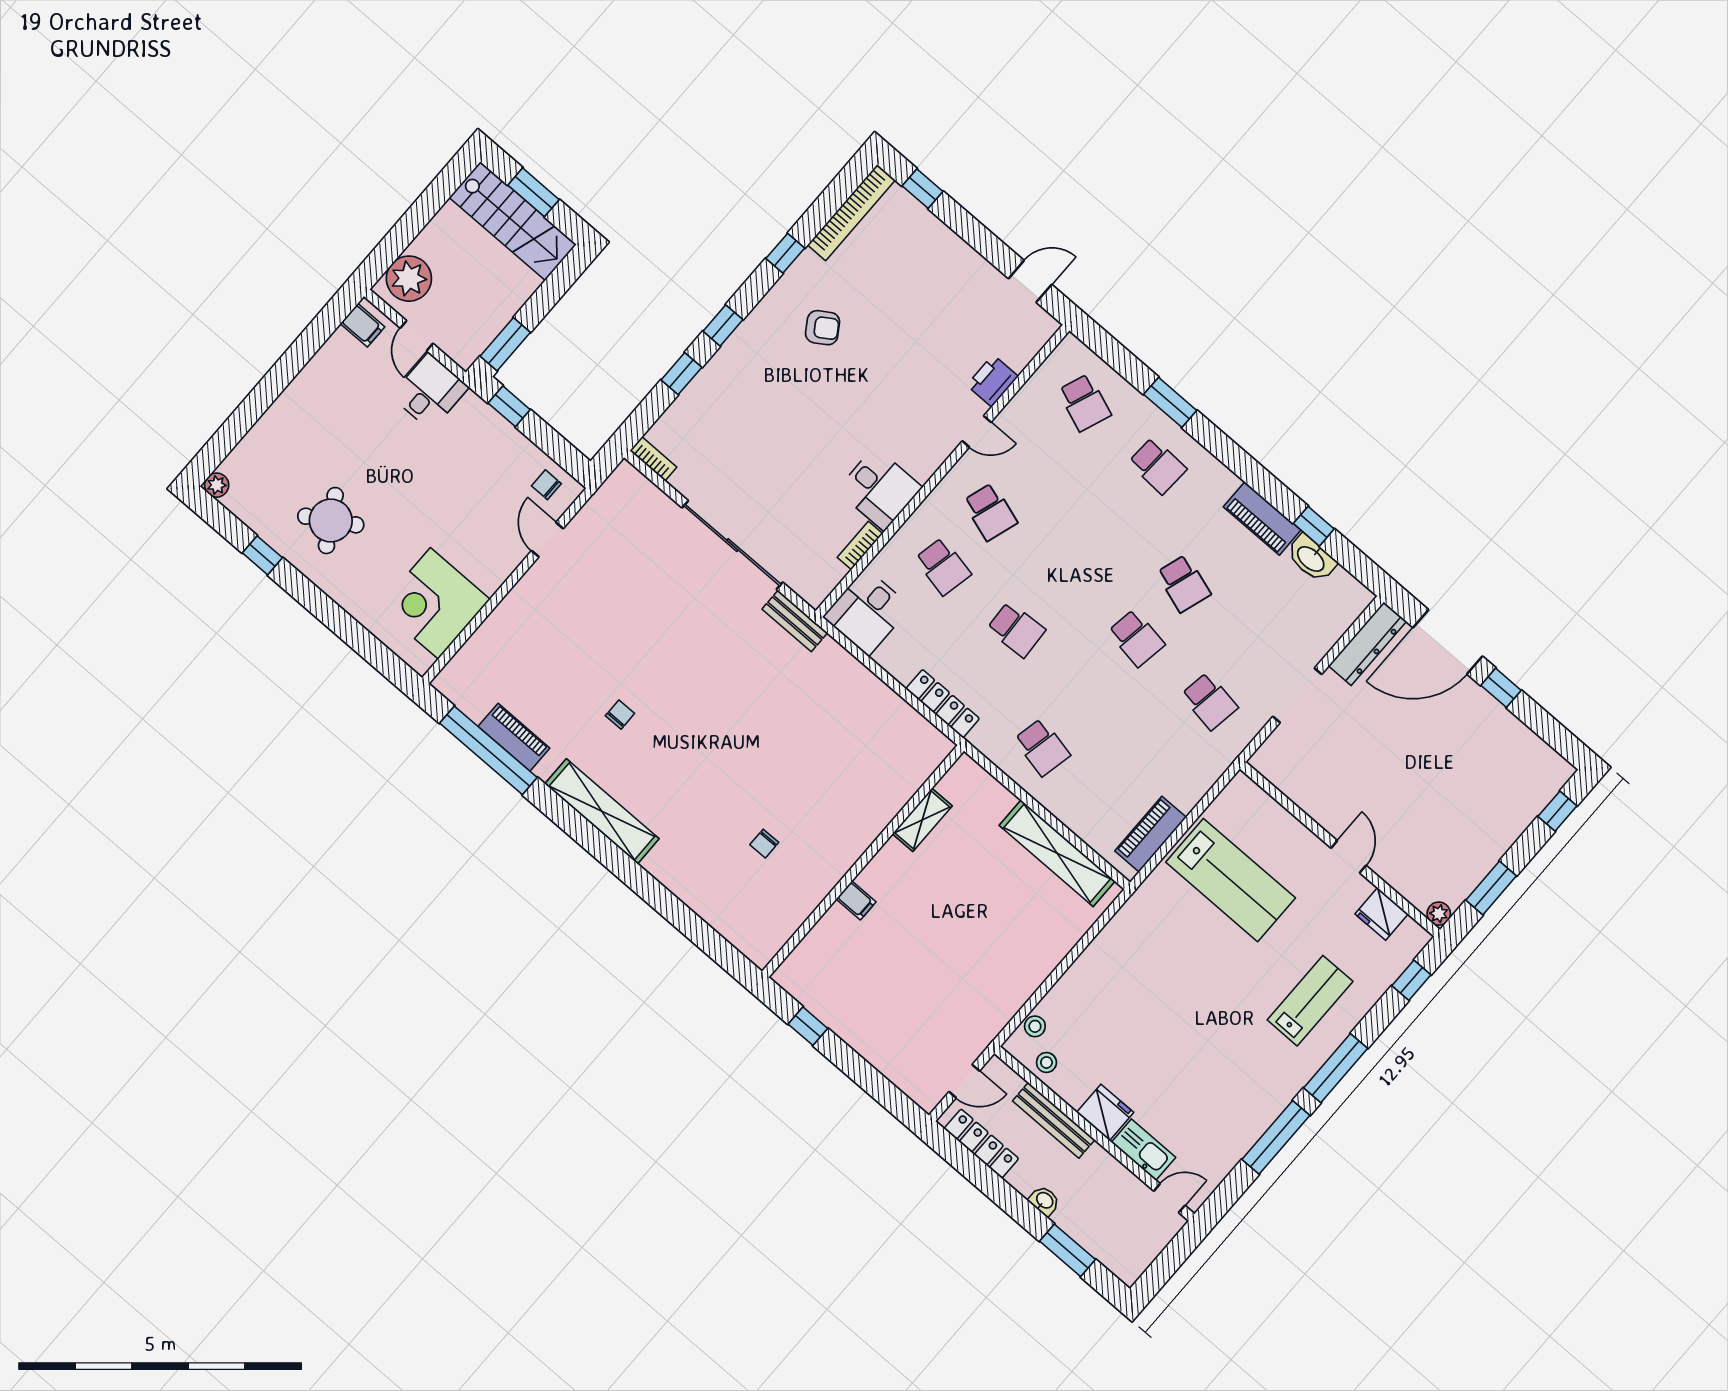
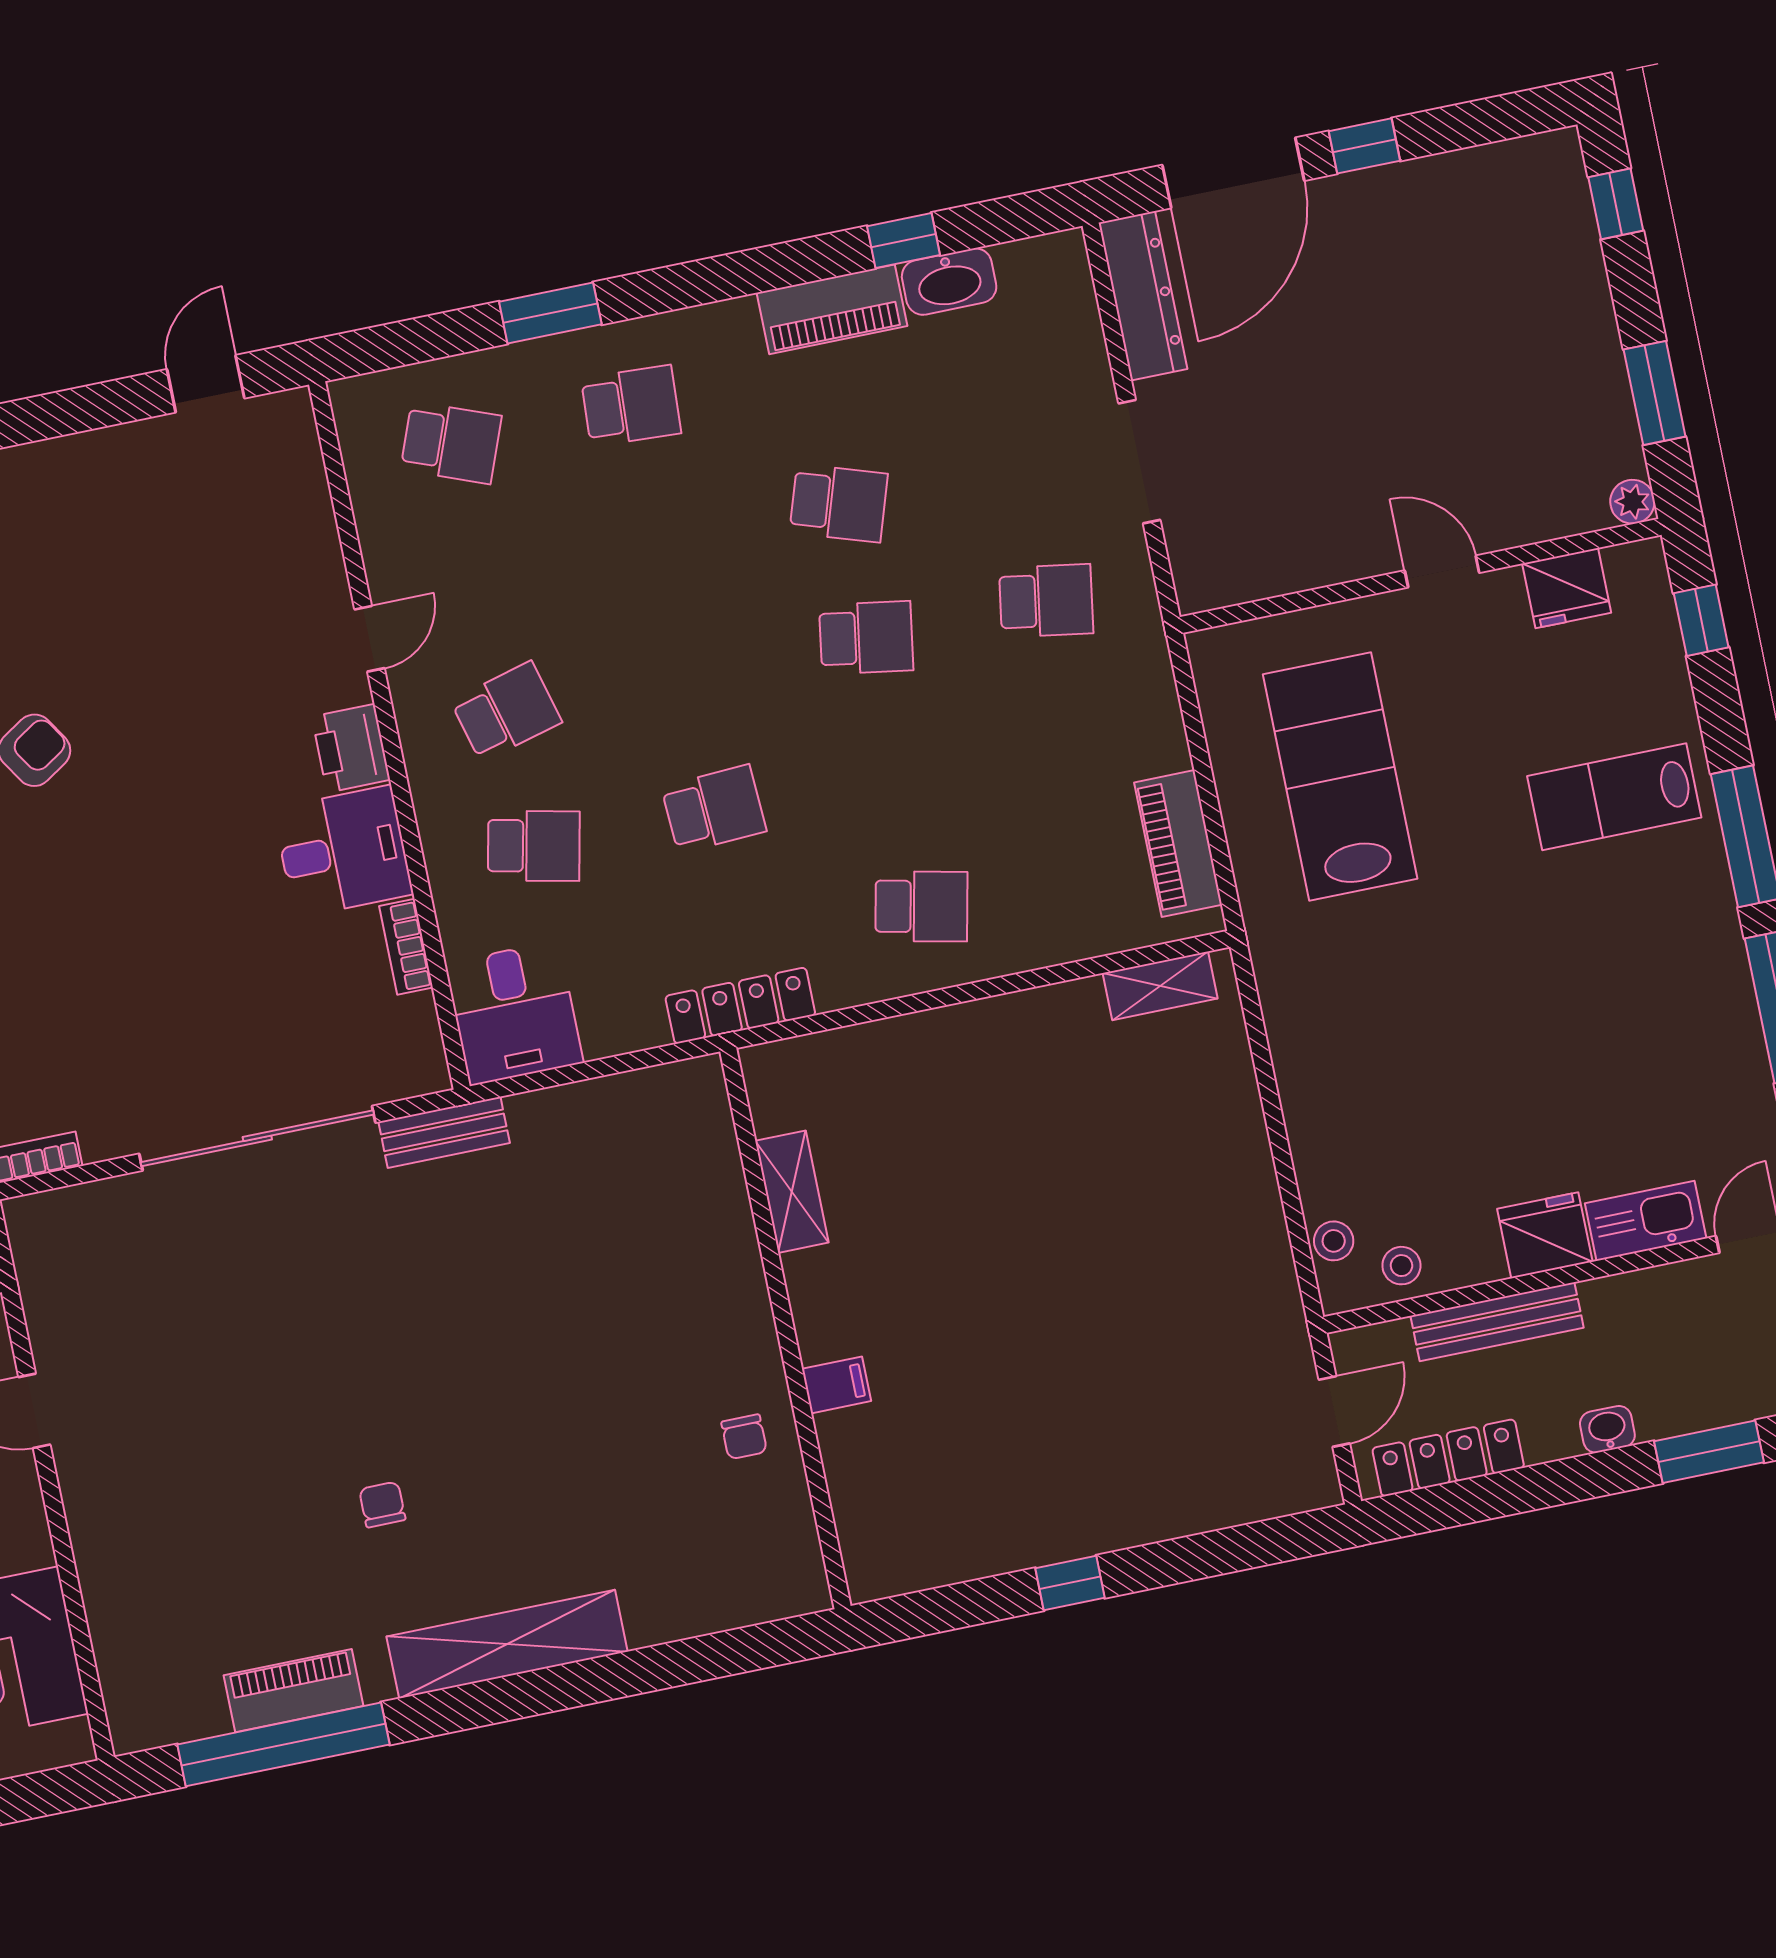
printer: (992, 381) -> (351, 748), moved
school desk: (990, 512) -> (506, 711), turned -33
shelving: (922, 820) -> (792, 1192), moved
shelving: (1057, 853) -> (1160, 986), width x0.45, depth x0.75
wall: (863, 861) -> (785, 1329), moved
lab bench: (1231, 880) -> (1340, 777), turned -90
filing cabinet: (856, 900) -> (836, 1385), moved
lab bench: (1310, 1001) -> (1614, 797), turned -90

